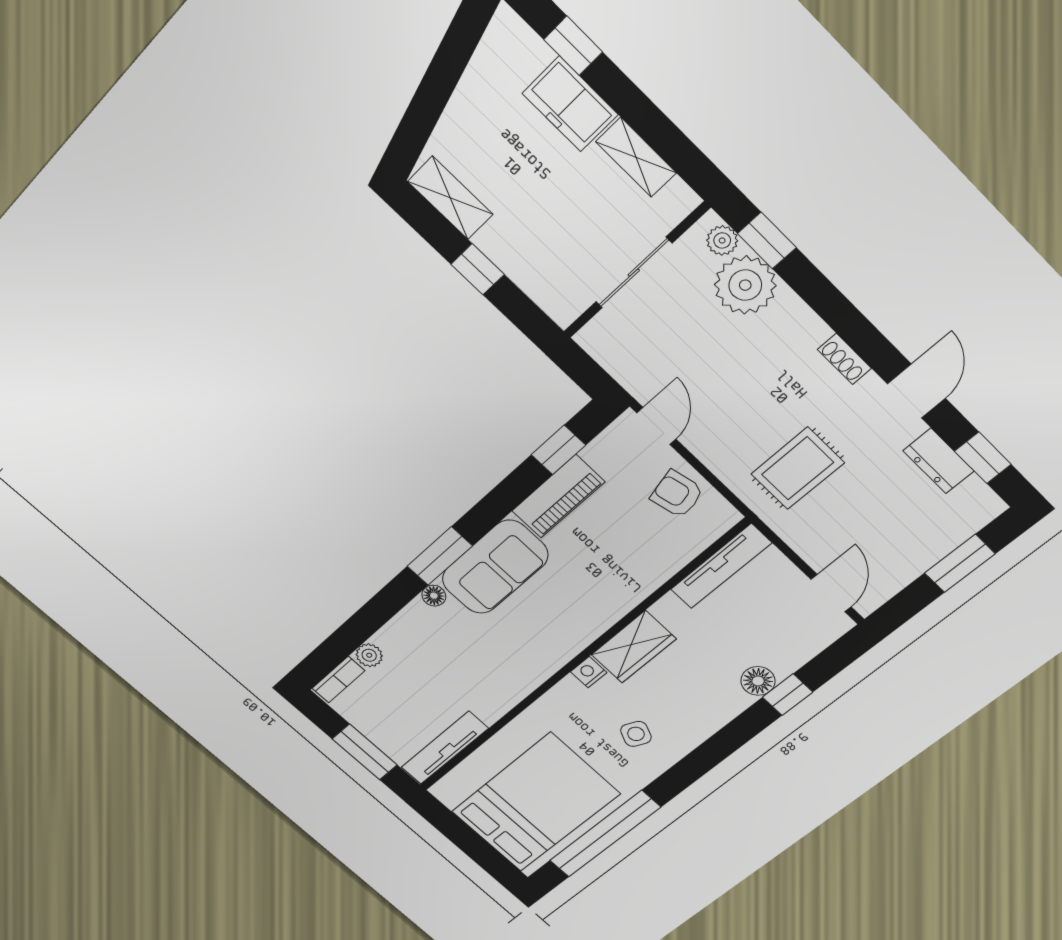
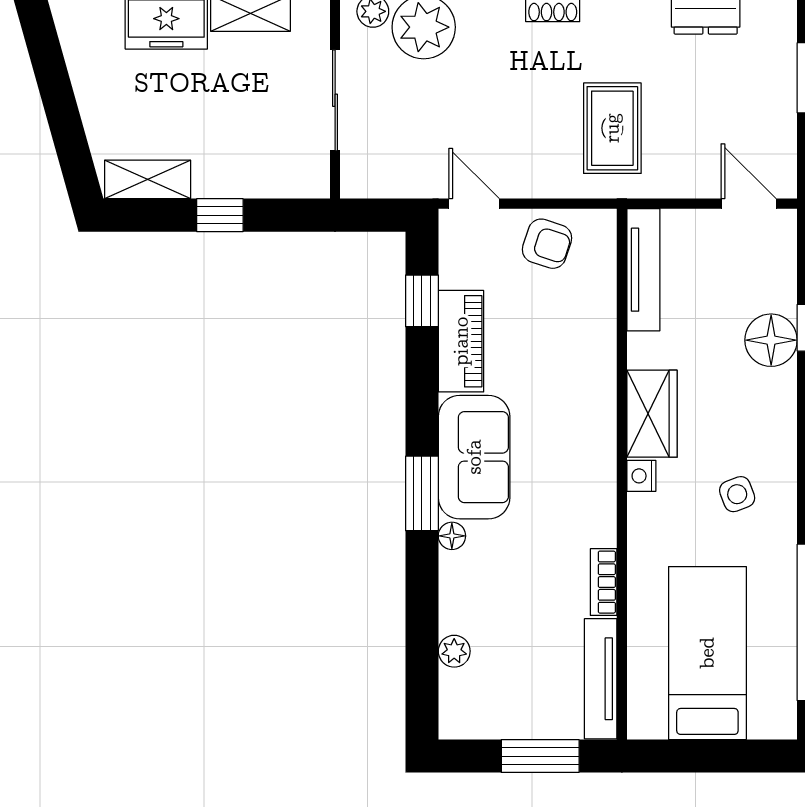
armchair: (677, 494) -> (547, 244), turned -149
bookcase: (338, 680) -> (604, 582), moved, turned 180
floor lamp: (758, 681) -> (771, 340), width x1.38, depth x1.38
side table: (636, 734) -> (737, 494), turned 45
bed: (535, 803) -> (707, 653), width x0.67

